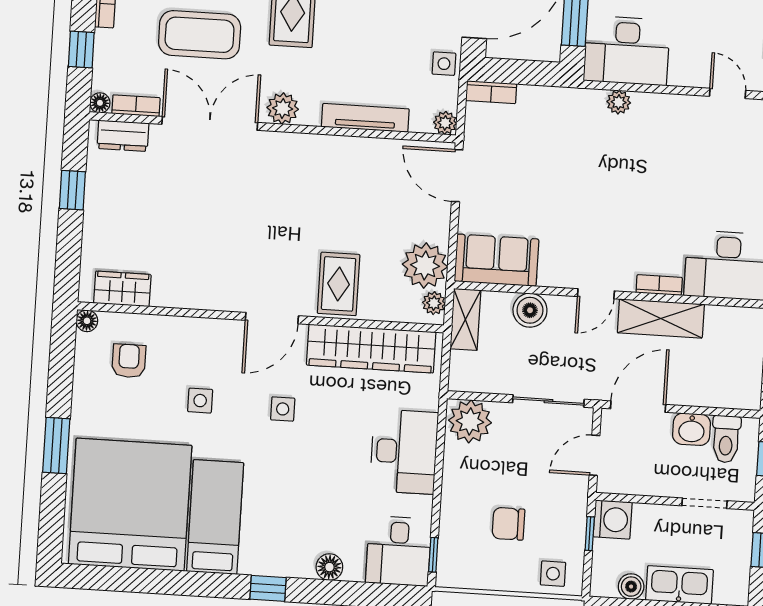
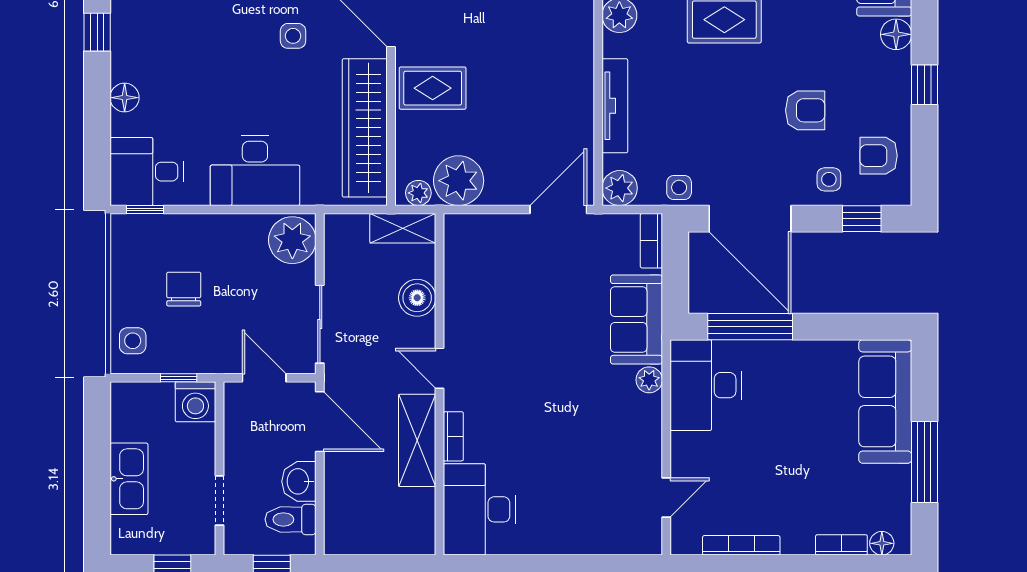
plant: (445, 123) -> (620, 188), width x1.38, depth x1.38
sofa: (497, 260) -> (636, 319), moved, turned 180
boiler: (631, 587) -> (124, 426), removed

